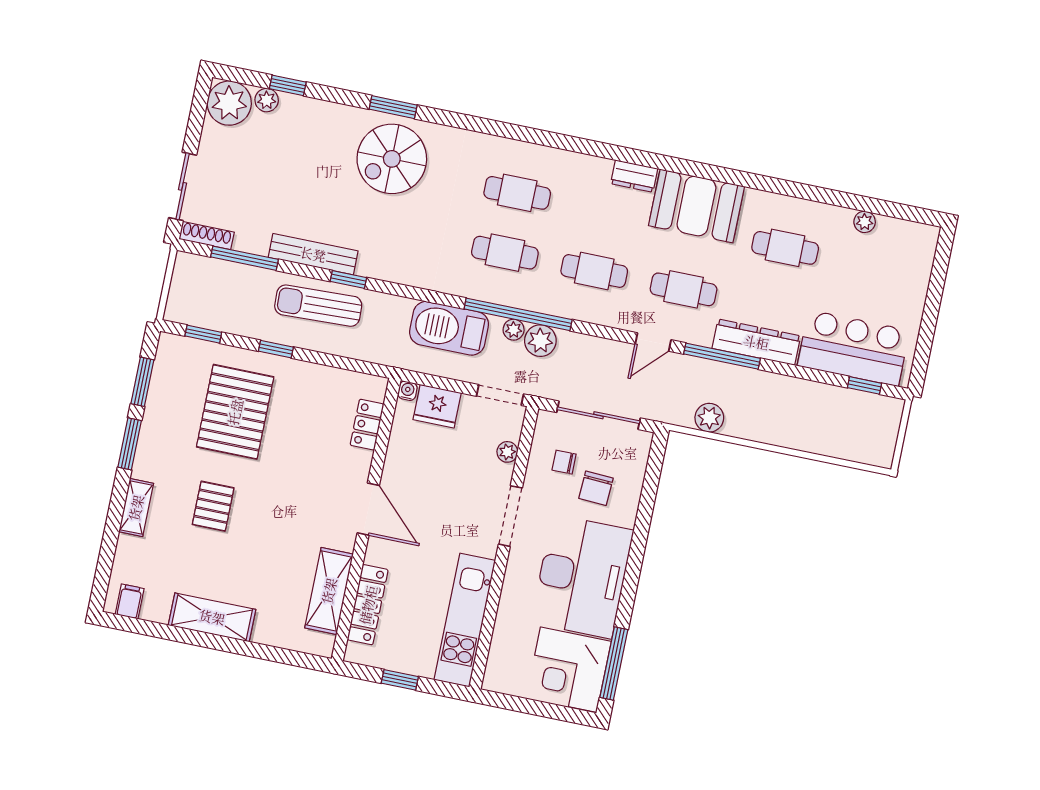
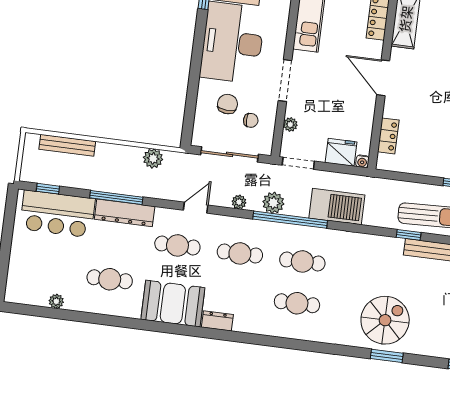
plant: (514, 330) -> (239, 202), moved
window: (722, 356) -> (116, 197), moved
bench: (832, 446) -> (67, 145), added

